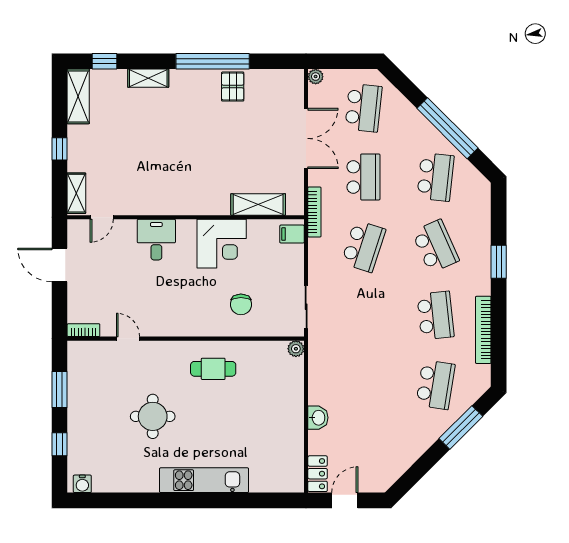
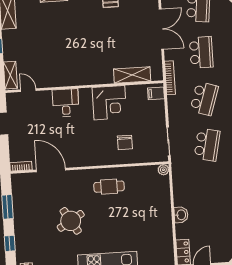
door: (102, 217) -> (28, 90), swing flipped
school desk: (363, 315) -> (207, 145), added
door: (128, 339) -> (51, 170), width x1.88
round table: (153, 416) -> (71, 221), turned -31

